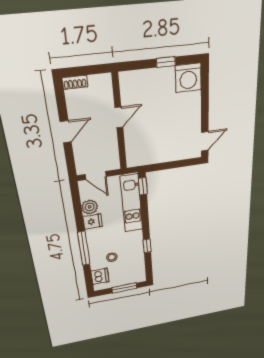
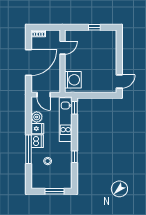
washing machine: (188, 78) -> (73, 80), moved, turned -90
door: (119, 117) -> (62, 48), moved
door: (66, 132) -> (29, 63), width x1.87
dishwasher: (100, 276) -> (37, 141), moved

